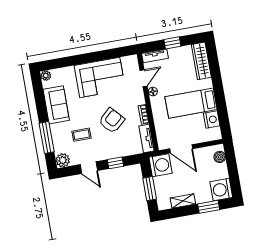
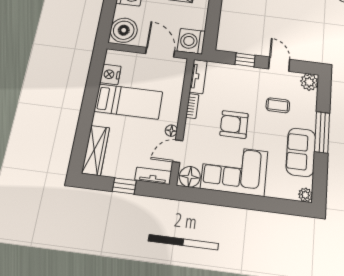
floor lamp: (129, 63) -> (190, 177), added
armchair: (112, 120) -> (234, 124), moved, turned 42
window: (47, 137) -> (322, 132), moved
boiler: (220, 157) -> (124, 30), width x1.86, depth x1.86
window: (150, 189) -> (213, 19), removed

